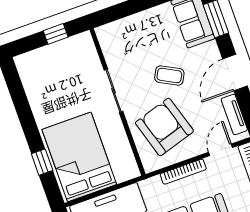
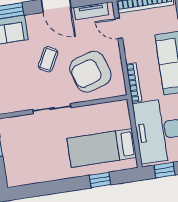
bed: (79, 157) -> (102, 148), width x0.67
bookcase: (183, 172) -> (134, 83), moved

